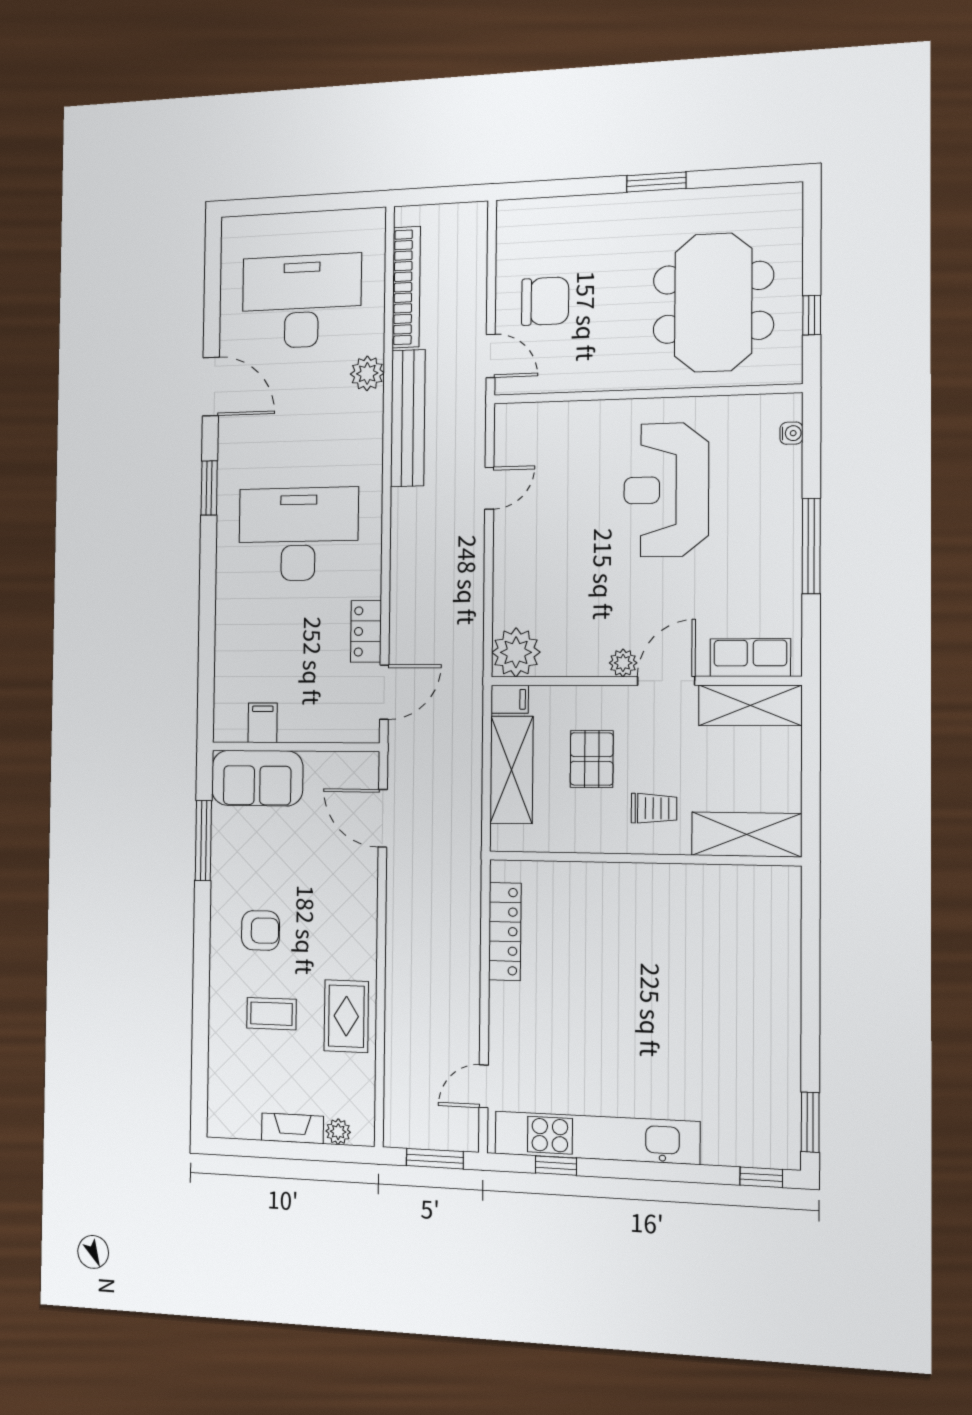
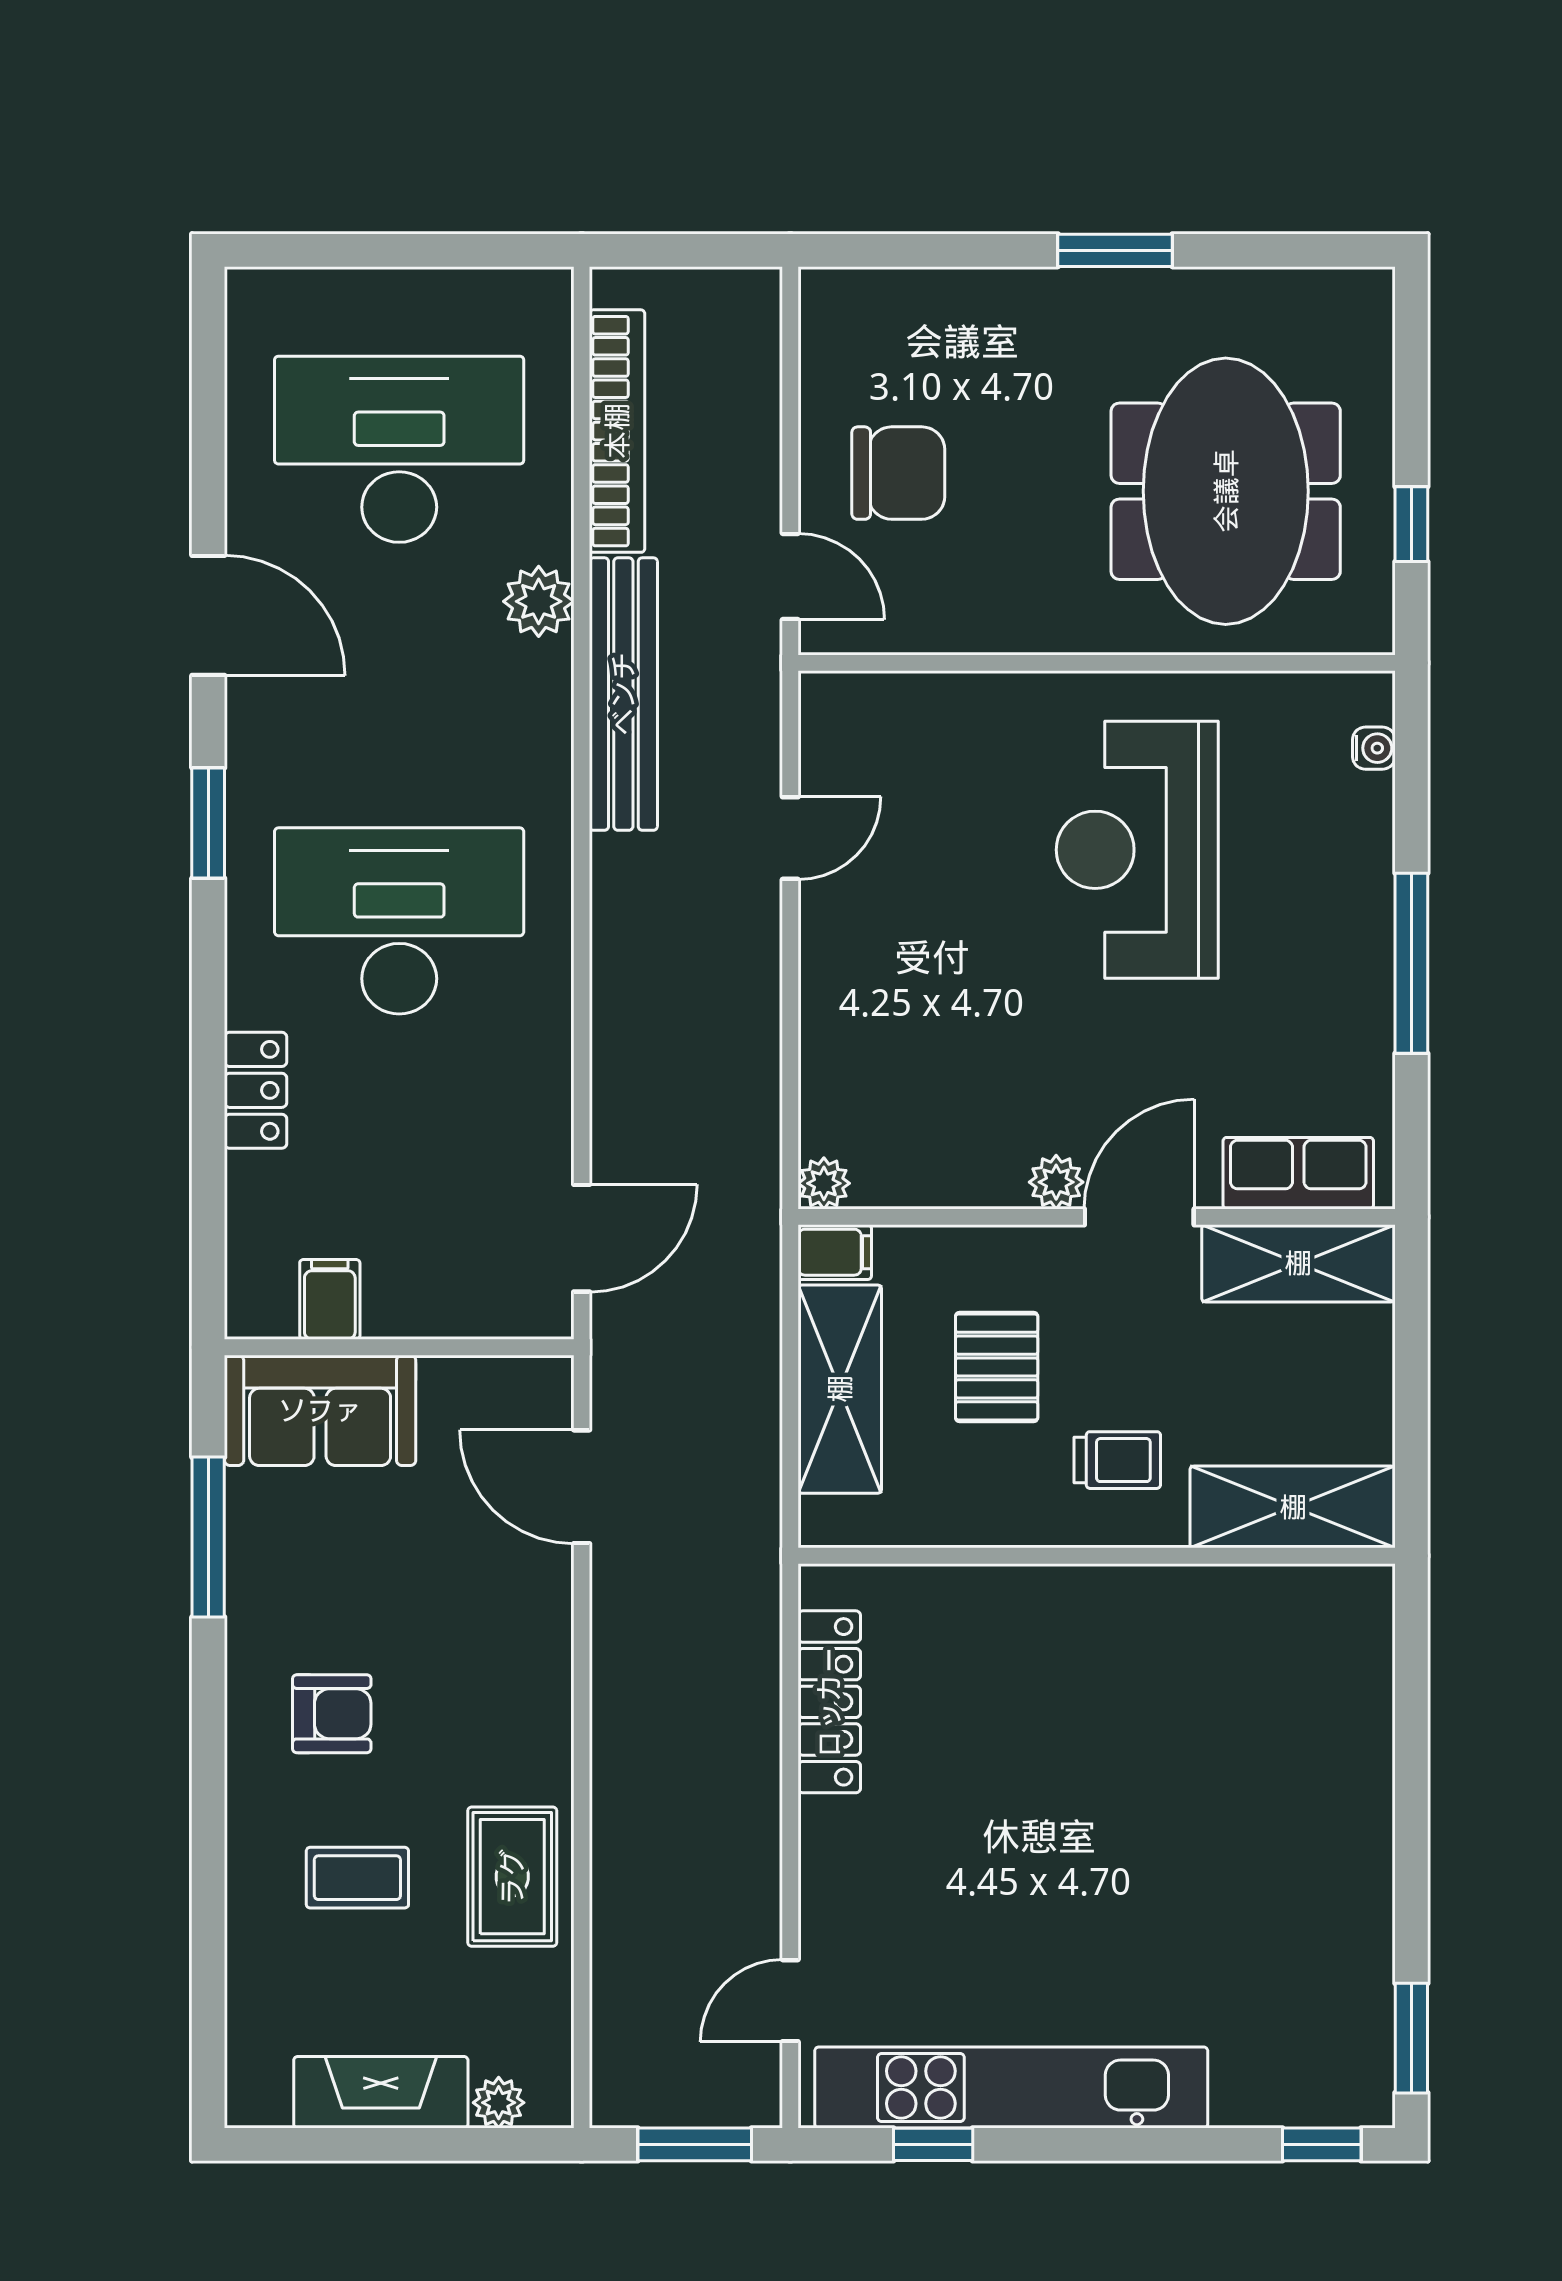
locker: (366, 631) -> (256, 1090), moved, turned 180
plant: (516, 652) -> (824, 1183), width x0.53, depth x0.53
fireplace: (292, 1128) -> (381, 2092), width x1.37, depth x1.32

